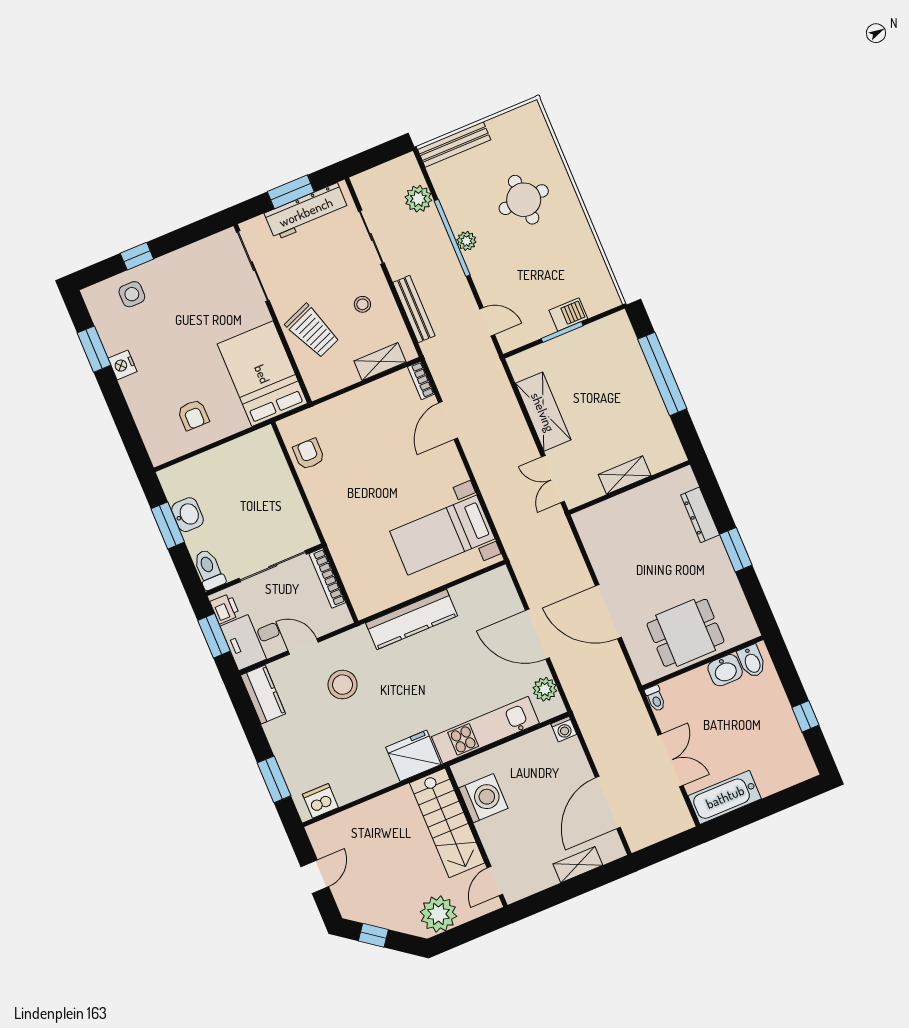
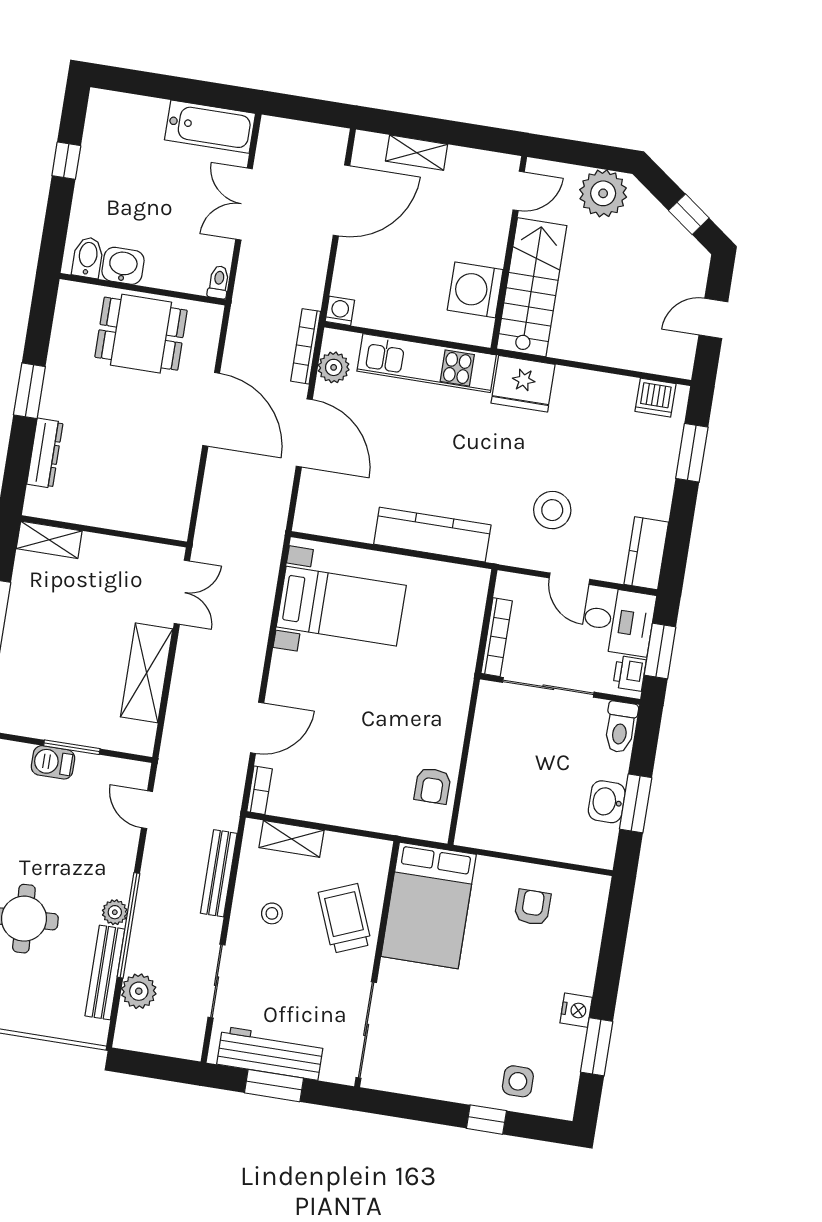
bench: (454, 144) -> (105, 972), moved, turned 90
shelving: (625, 475) -> (49, 540), moved
bookcase: (572, 692) -> (306, 346), added

